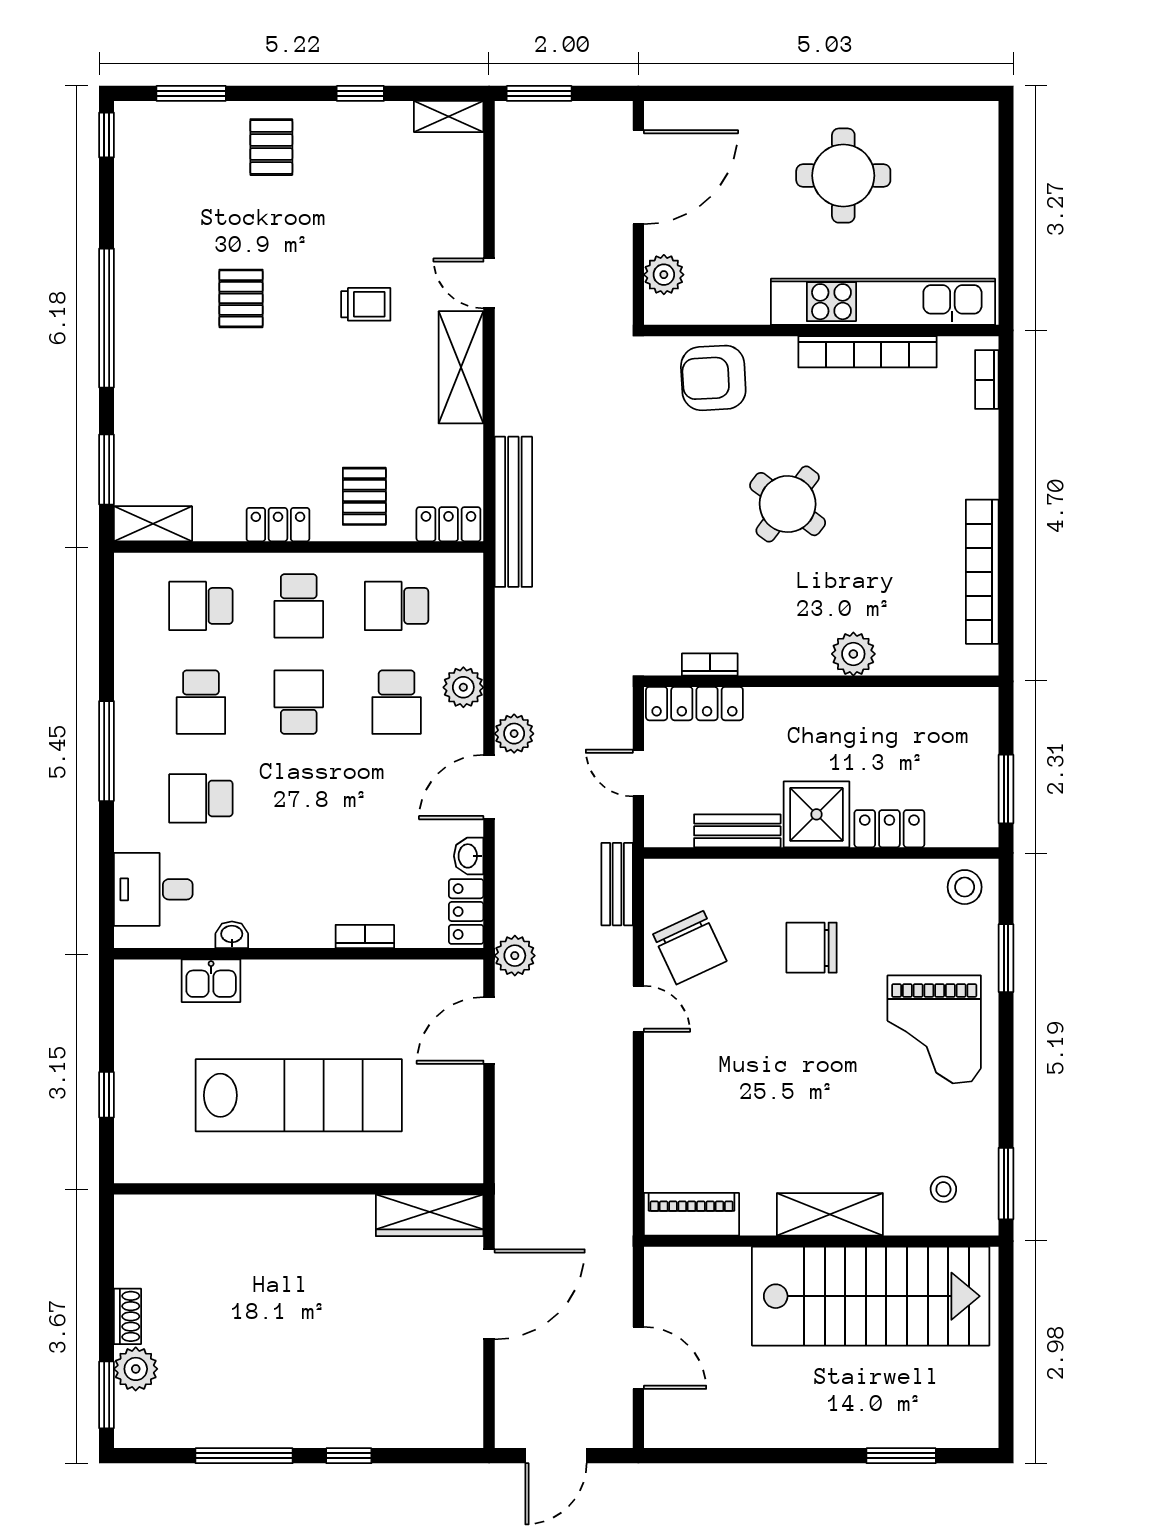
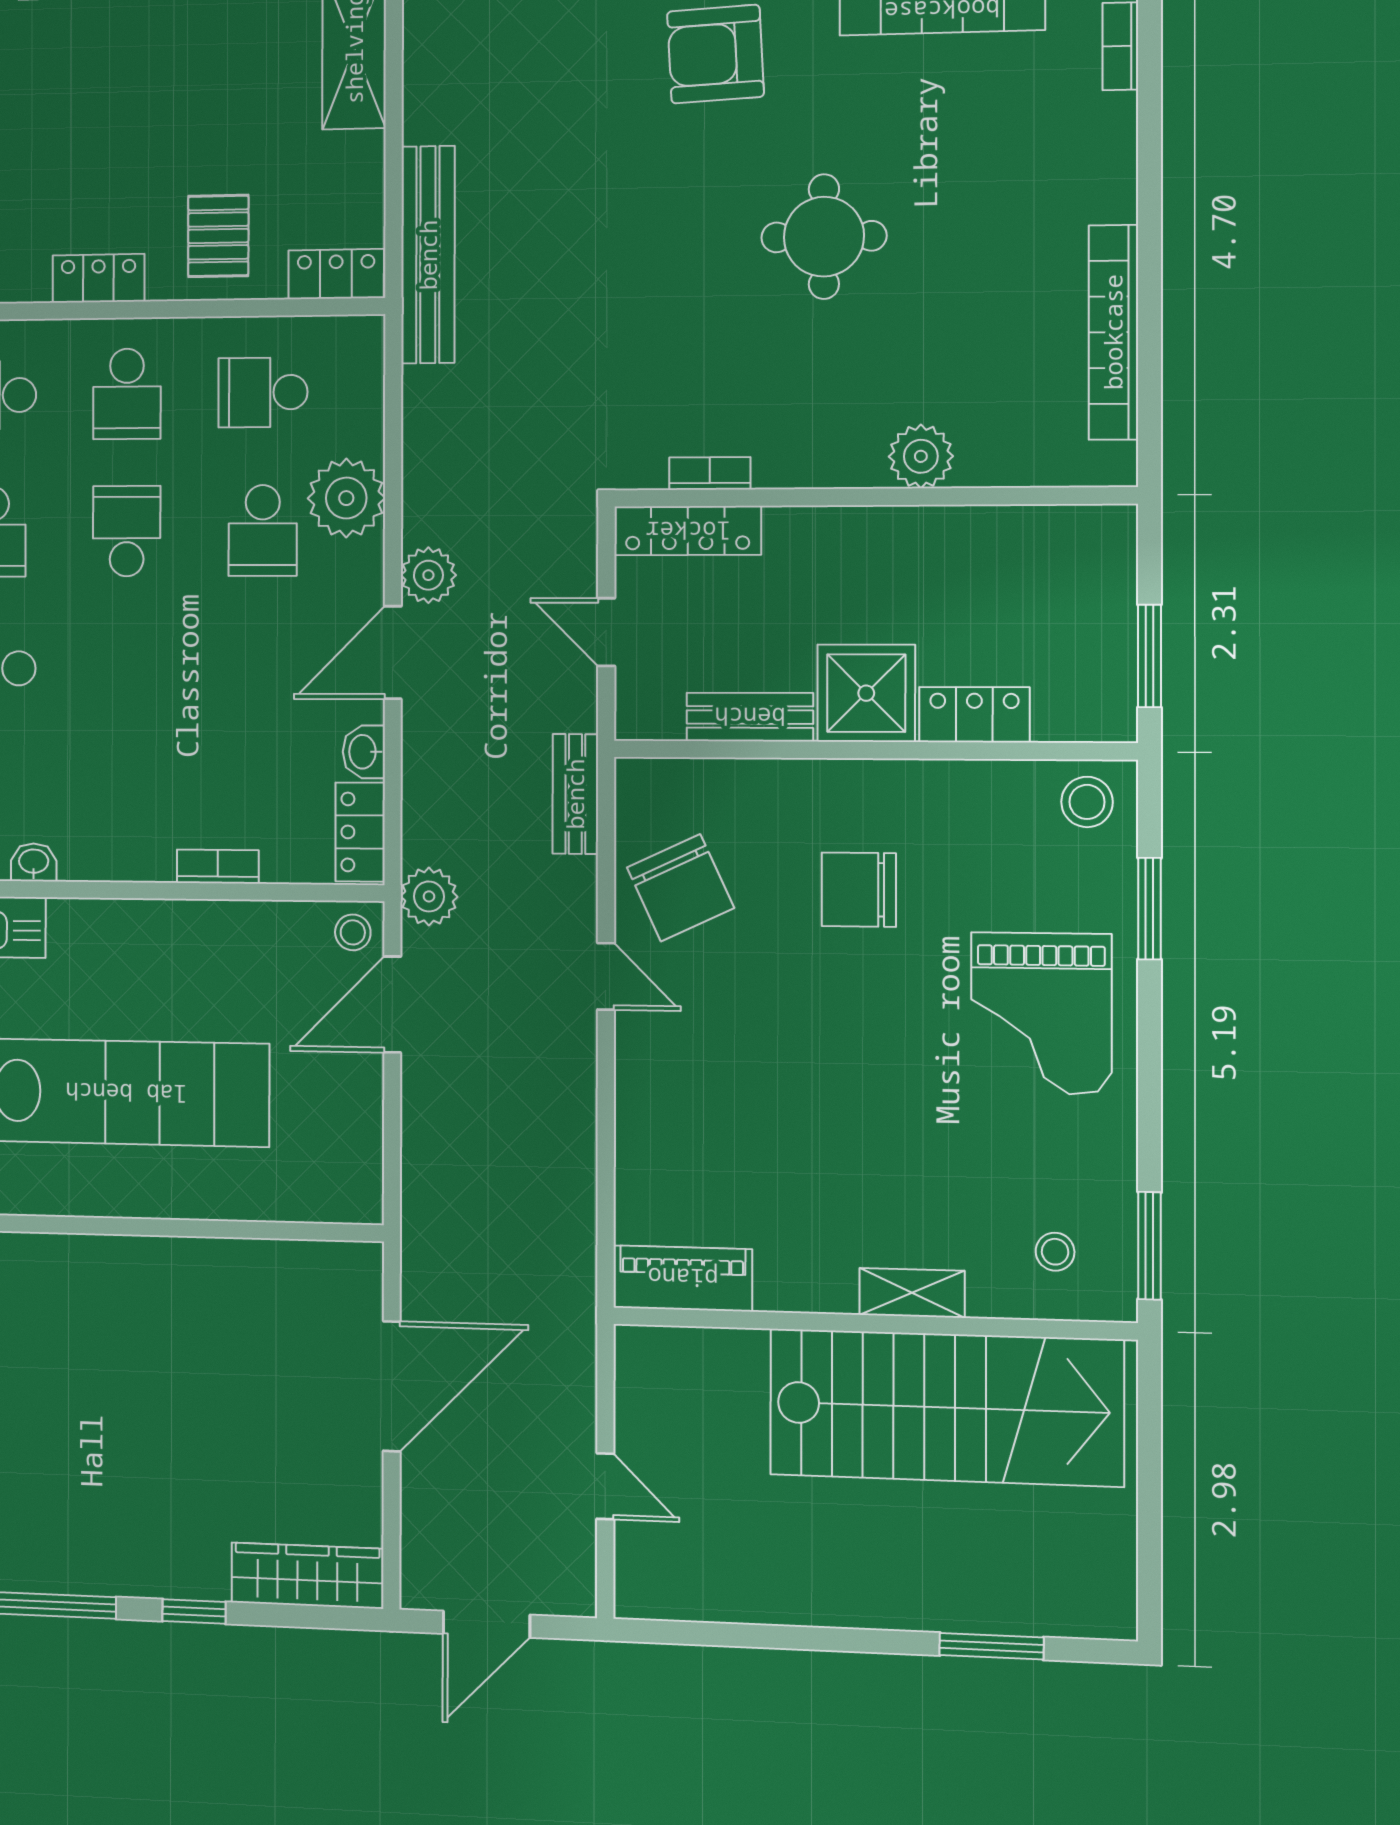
round table: (788, 504) -> (824, 237), turned -37
plant: (463, 687) -> (346, 498), width x1.36, depth x1.36
stool: (461, 981) -> (353, 932), added
shelving: (830, 1214) -> (912, 1293), width x0.67, depth x0.75
wardrobe: (430, 1215) -> (307, 1576), moved, turned 180
door: (638, 1358) -> (605, 1486), width x0.73

